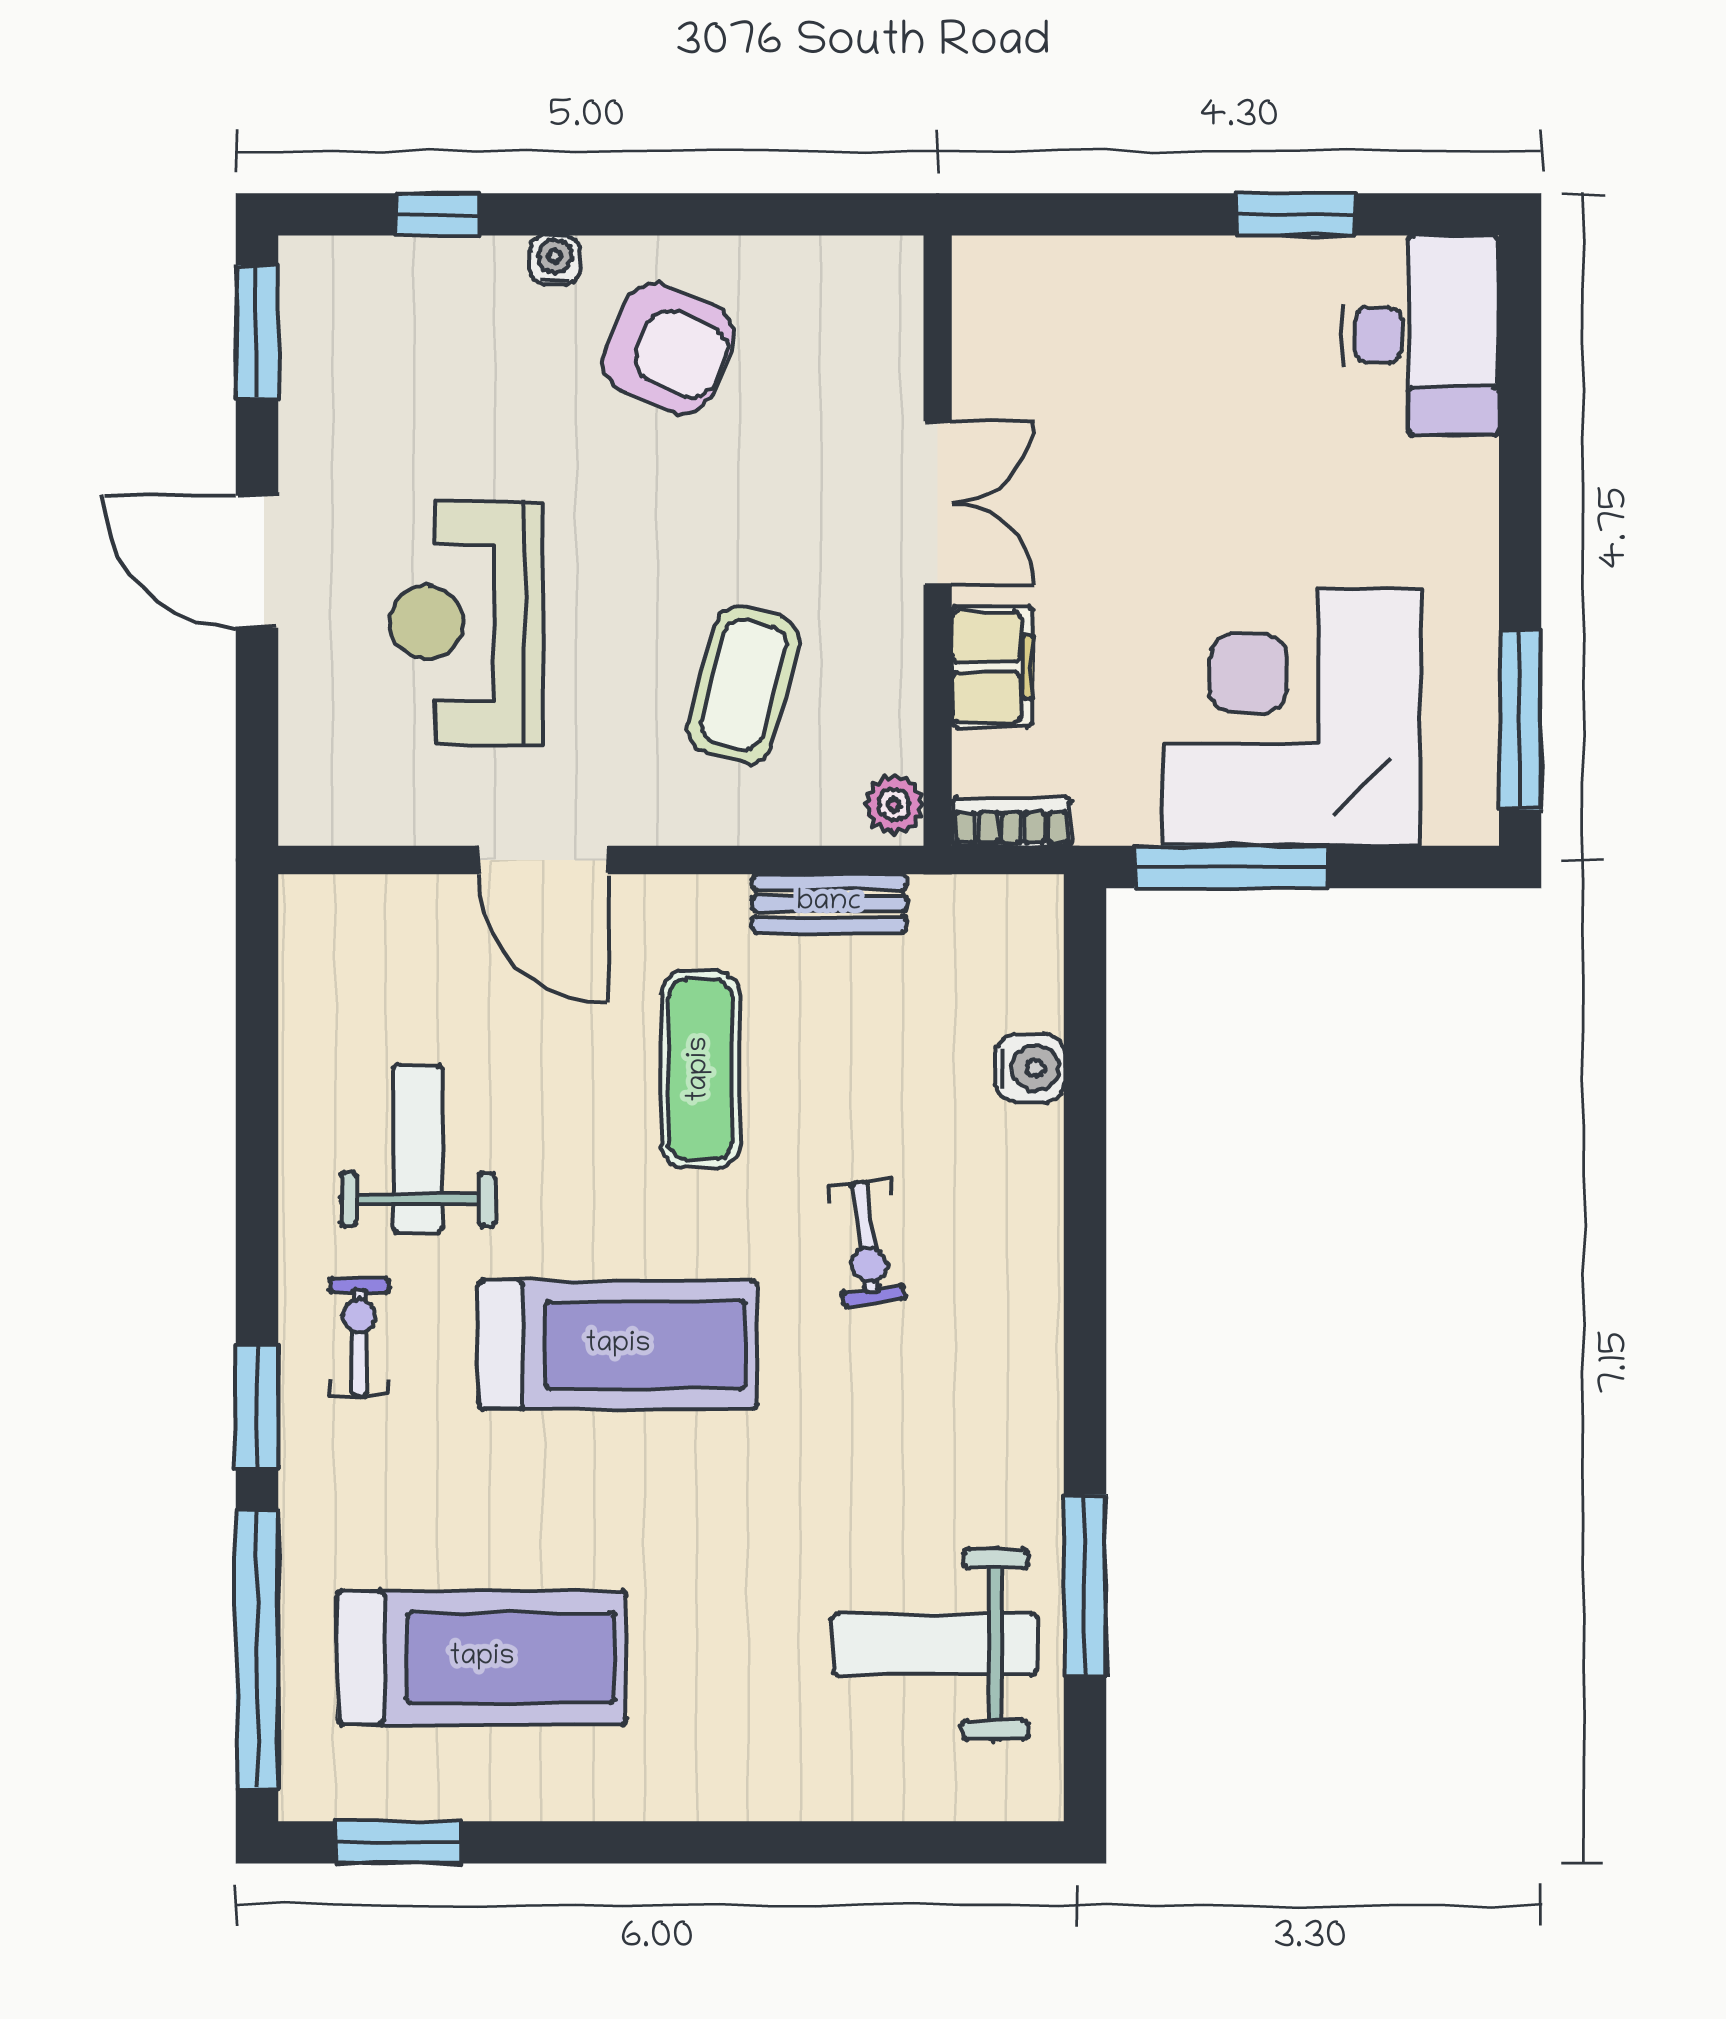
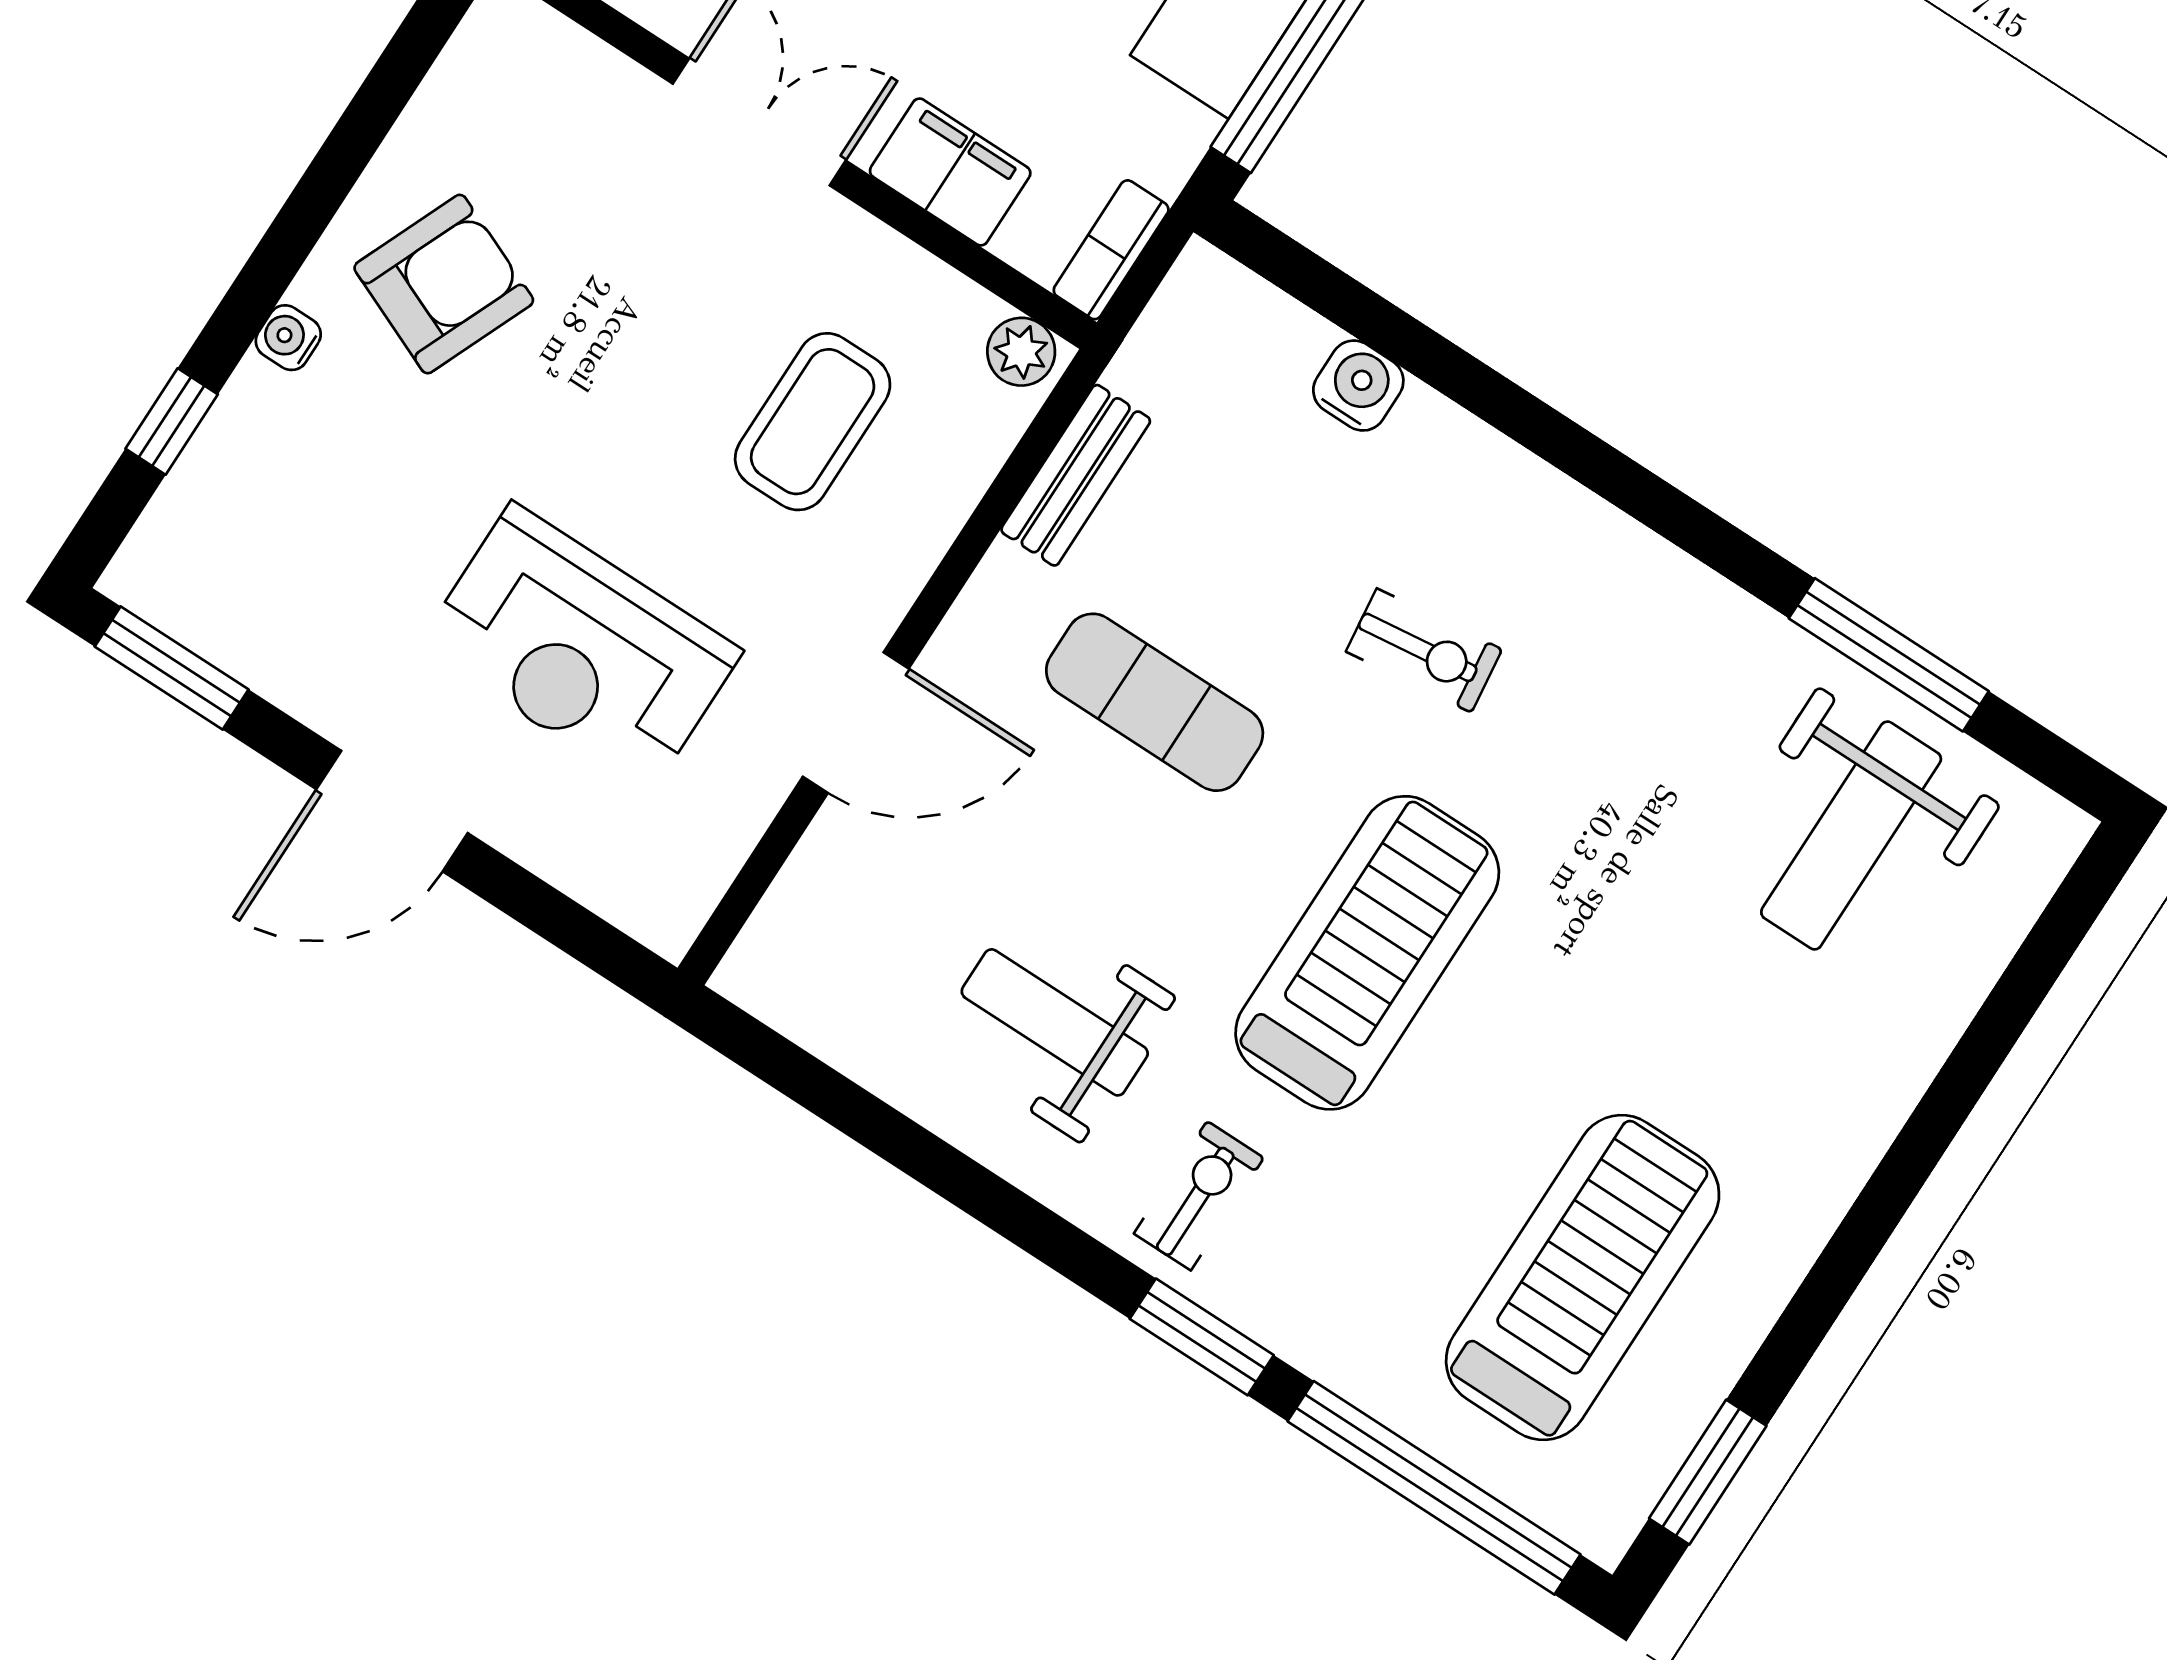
coffee table: (743, 685) -> (813, 422), turned 75
exercise bike: (359, 1337) -> (1199, 1196), turned 90

